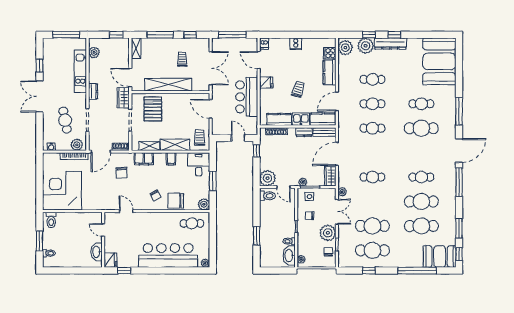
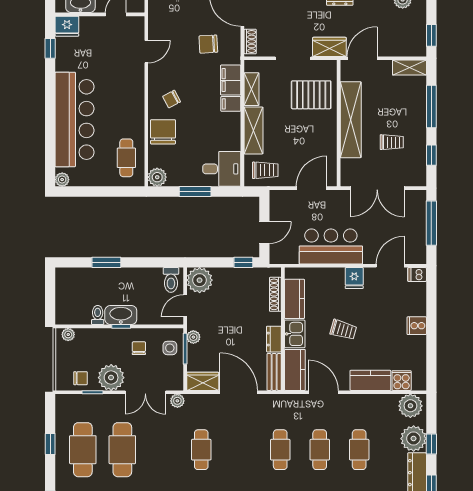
filing cabinet: (171, 159) -> (231, 104), moved
washbasin: (289, 256) -> (121, 315), moved

